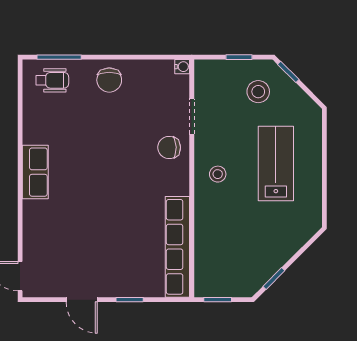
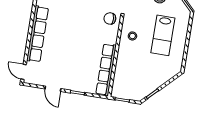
lab bench: (276, 164) -> (163, 35), turned 180
row of seats: (35, 172) -> (38, 34), width x2.02

